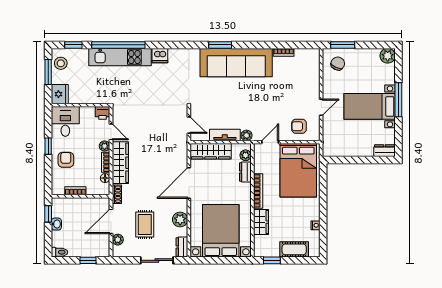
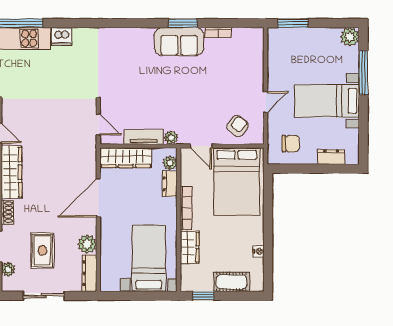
window: (220, 45) -> (183, 23), moved
sofa: (236, 63) -> (179, 42), width x0.54, depth x0.79
chair: (338, 64) -> (291, 144), moved, turned 66
window: (398, 100) -> (363, 73), moved
armchair: (299, 126) -> (238, 126), turned 128
door: (270, 142) -> (201, 146), swing flipped
dresser: (384, 151) -> (331, 157), moved
bed with nightstands: (221, 231) -> (149, 258), width x0.73
dresser: (182, 247) -> (89, 273), width x1.44
sliding door: (157, 260) -> (44, 296), moved

